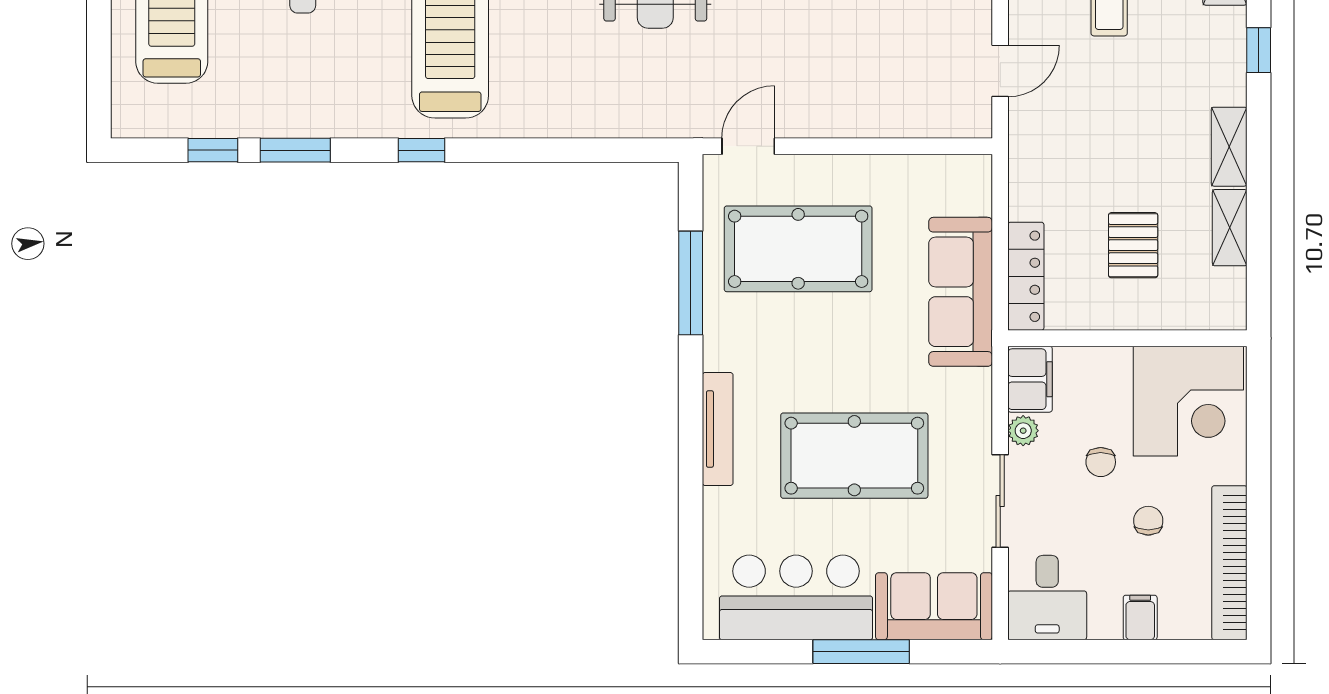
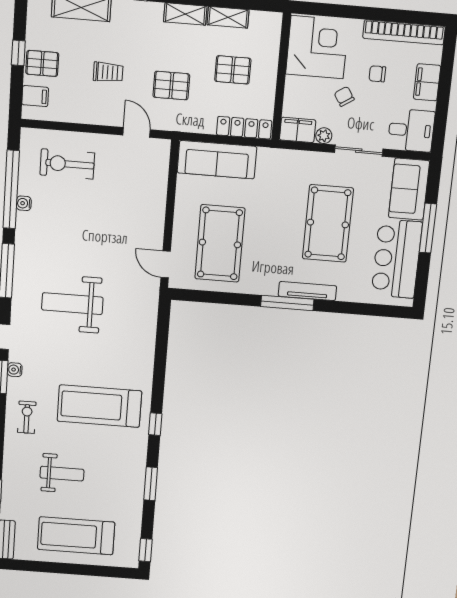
pallet: (1094, 131) -> (171, 86), added
window: (213, 150) -> (145, 550), moved
window: (691, 283) -> (287, 303), moved
sofa: (961, 292) -> (217, 160), moved
chair: (1101, 462) -> (344, 96), turned -123
filing cabinet: (1140, 618) -> (427, 82), width x2.00

